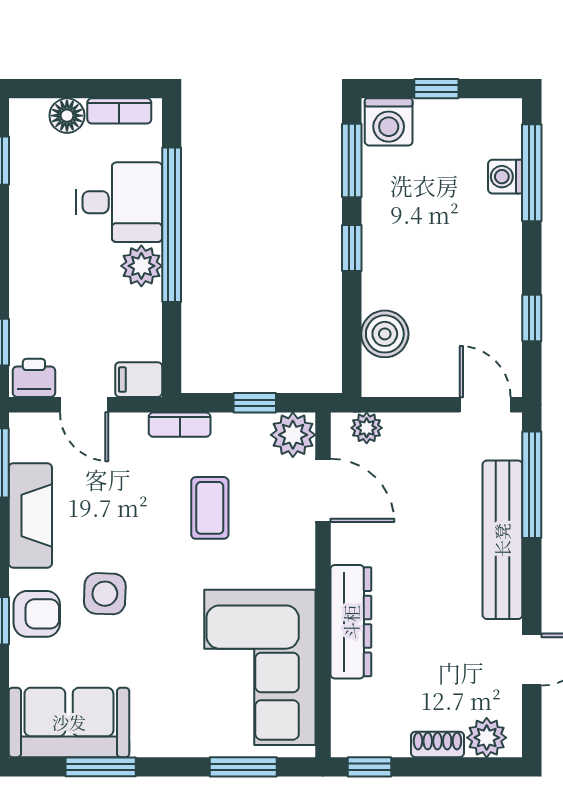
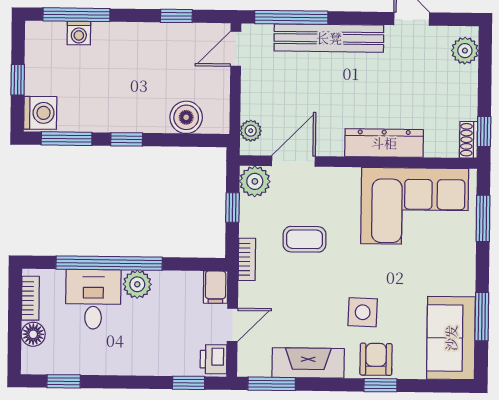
shoe rack: (437, 744) -> (469, 140), moved

